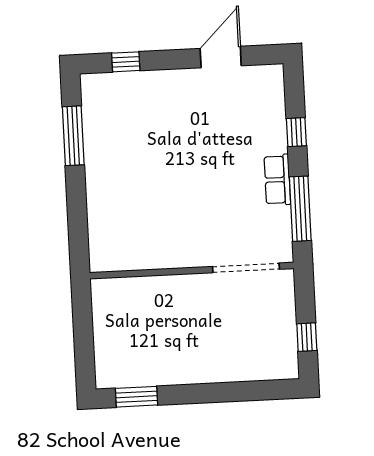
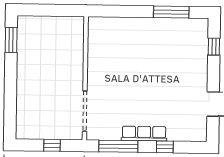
row of seats: (277, 180) -> (144, 134), width x1.48
window: (307, 337) -> (52, 145), moved

